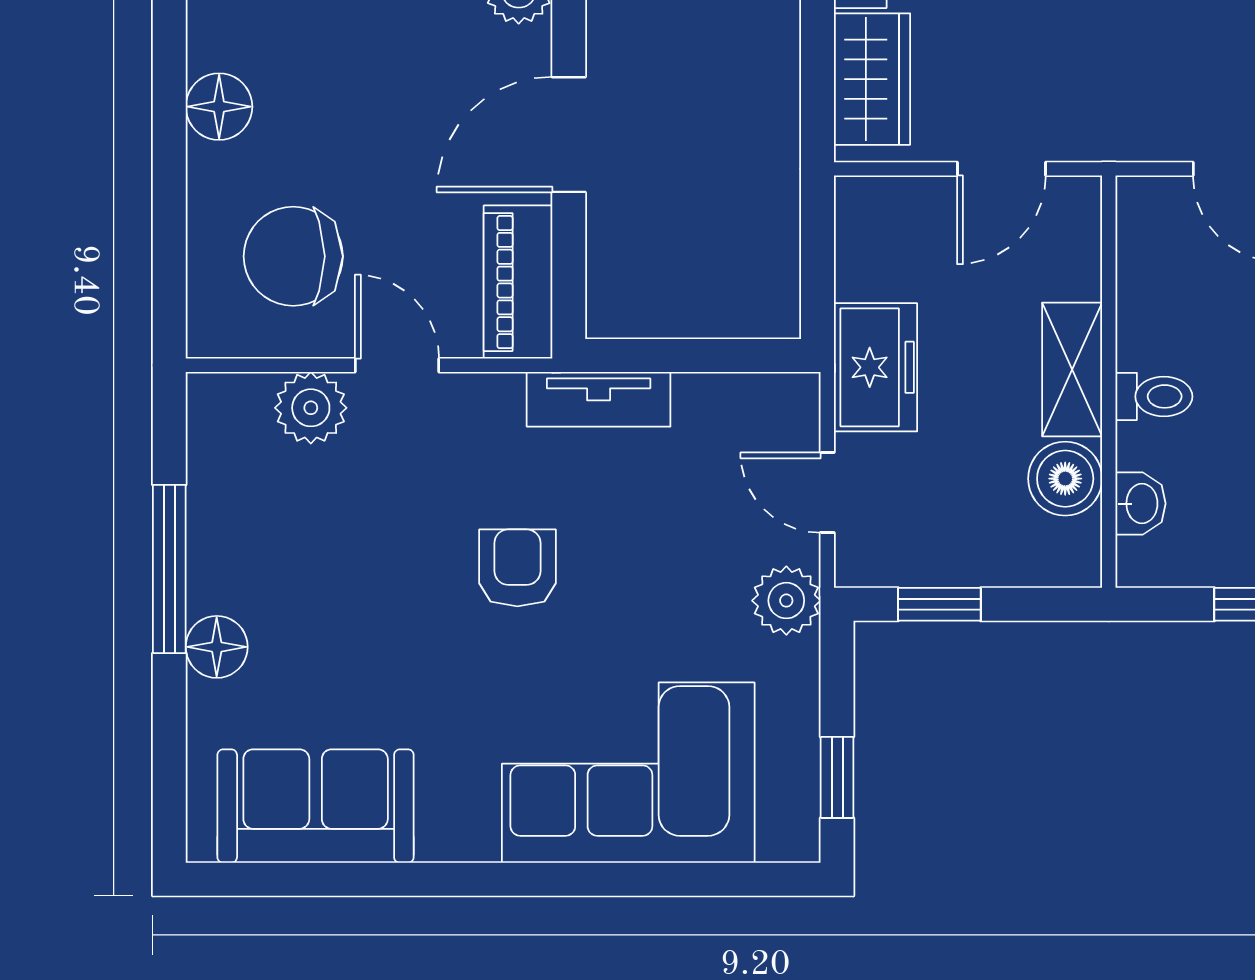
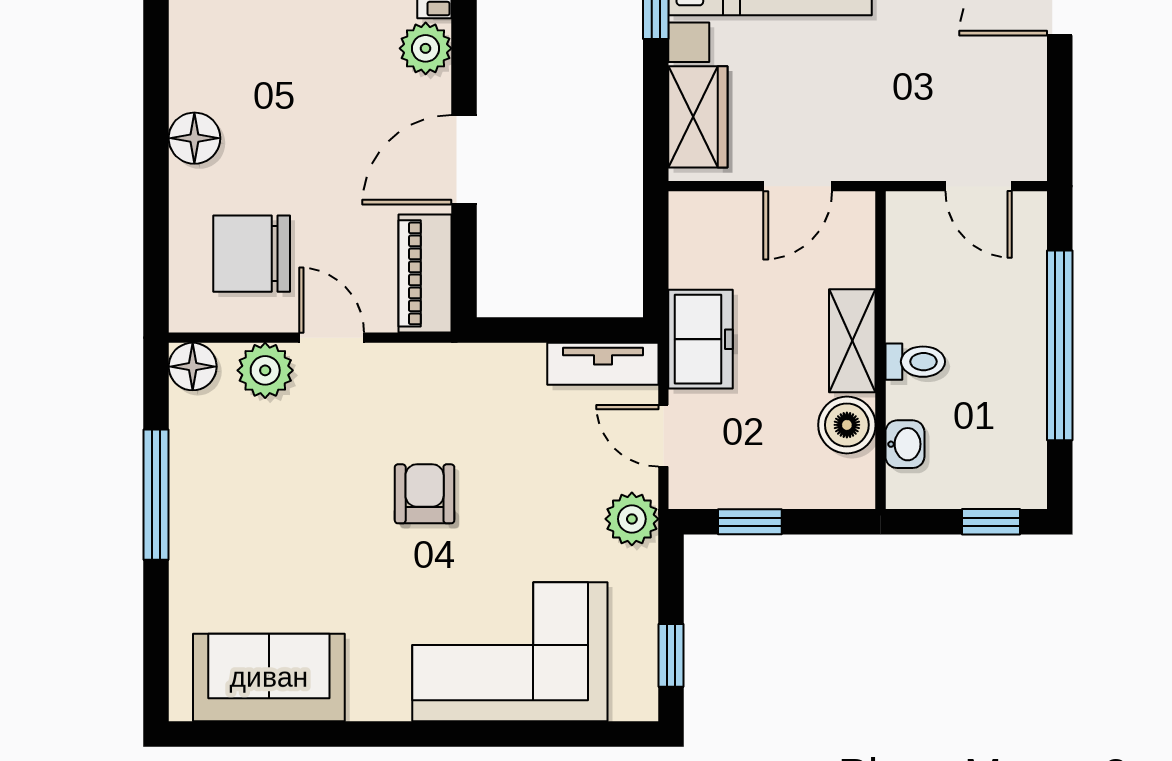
tv unit: (599, 399) -> (603, 364), moved
floor lamp: (217, 647) -> (193, 367), moved

